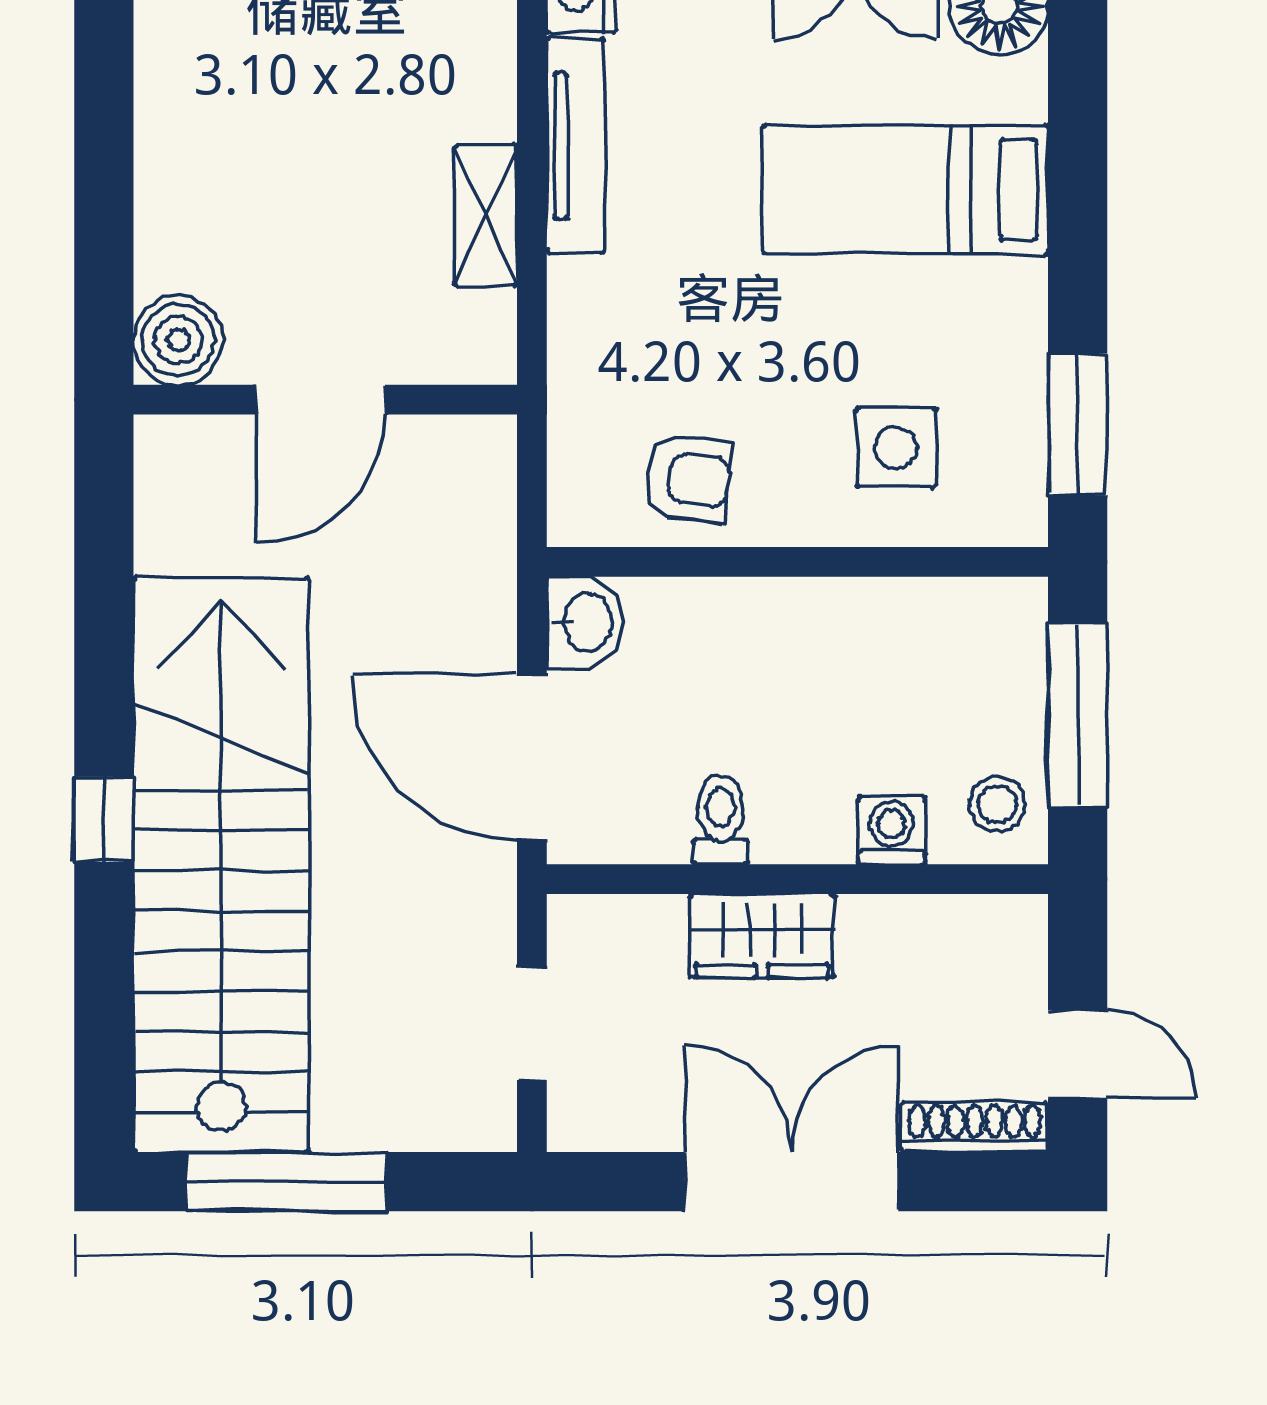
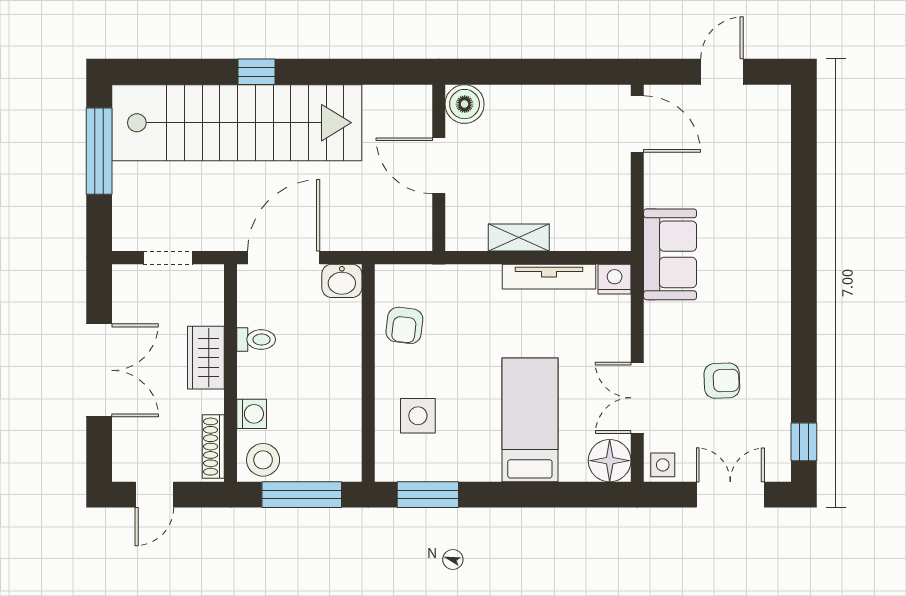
stool: (997, 804) -> (263, 460), width x1.37, depth x1.37
shoe rack: (975, 1127) -> (213, 447), moved, turned 180

